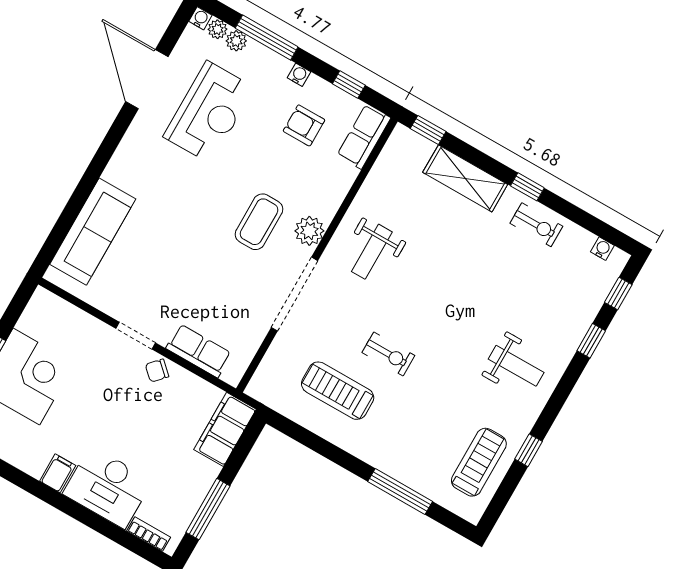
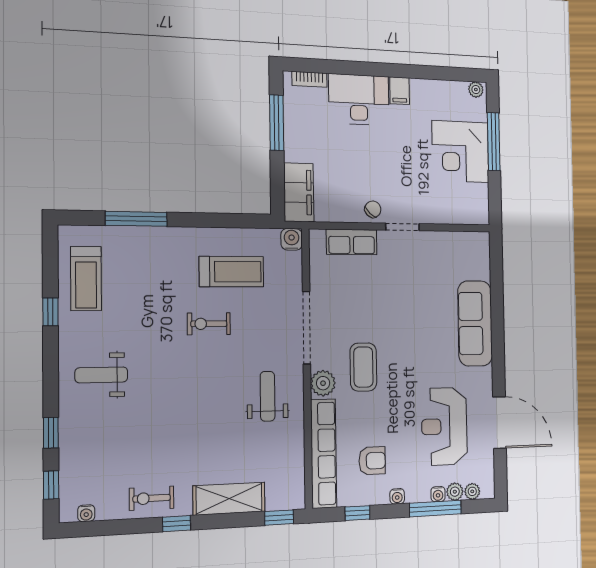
water cooler: (200, 18) -> (438, 494), moved
row of seats: (364, 136) -> (324, 454), width x2.02
sofa: (93, 232) -> (475, 323), moved
water cooler: (259, 388) -> (292, 239), added

